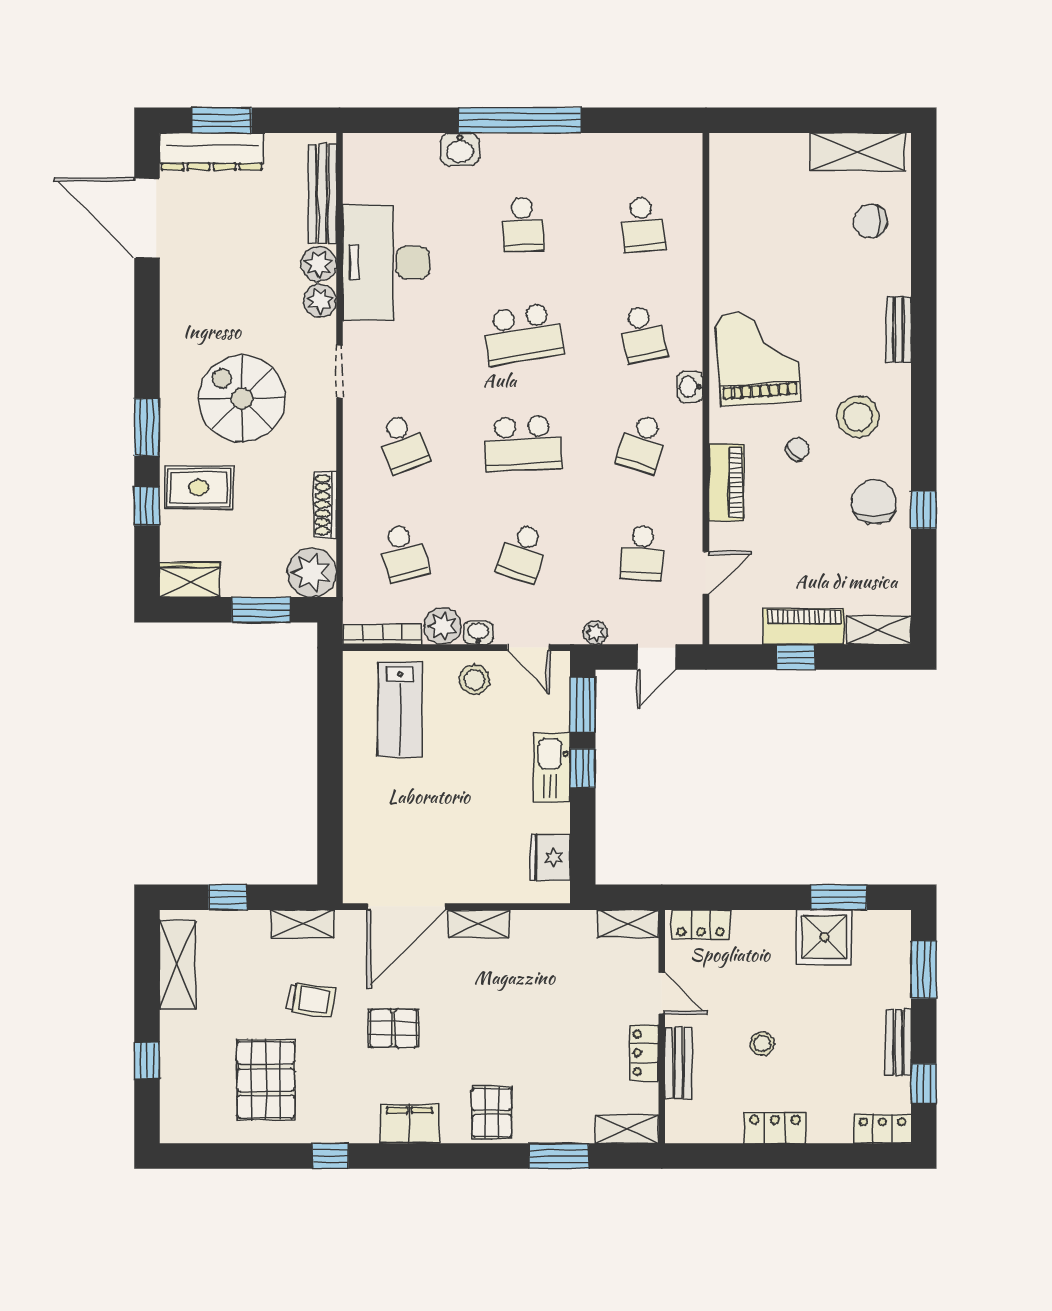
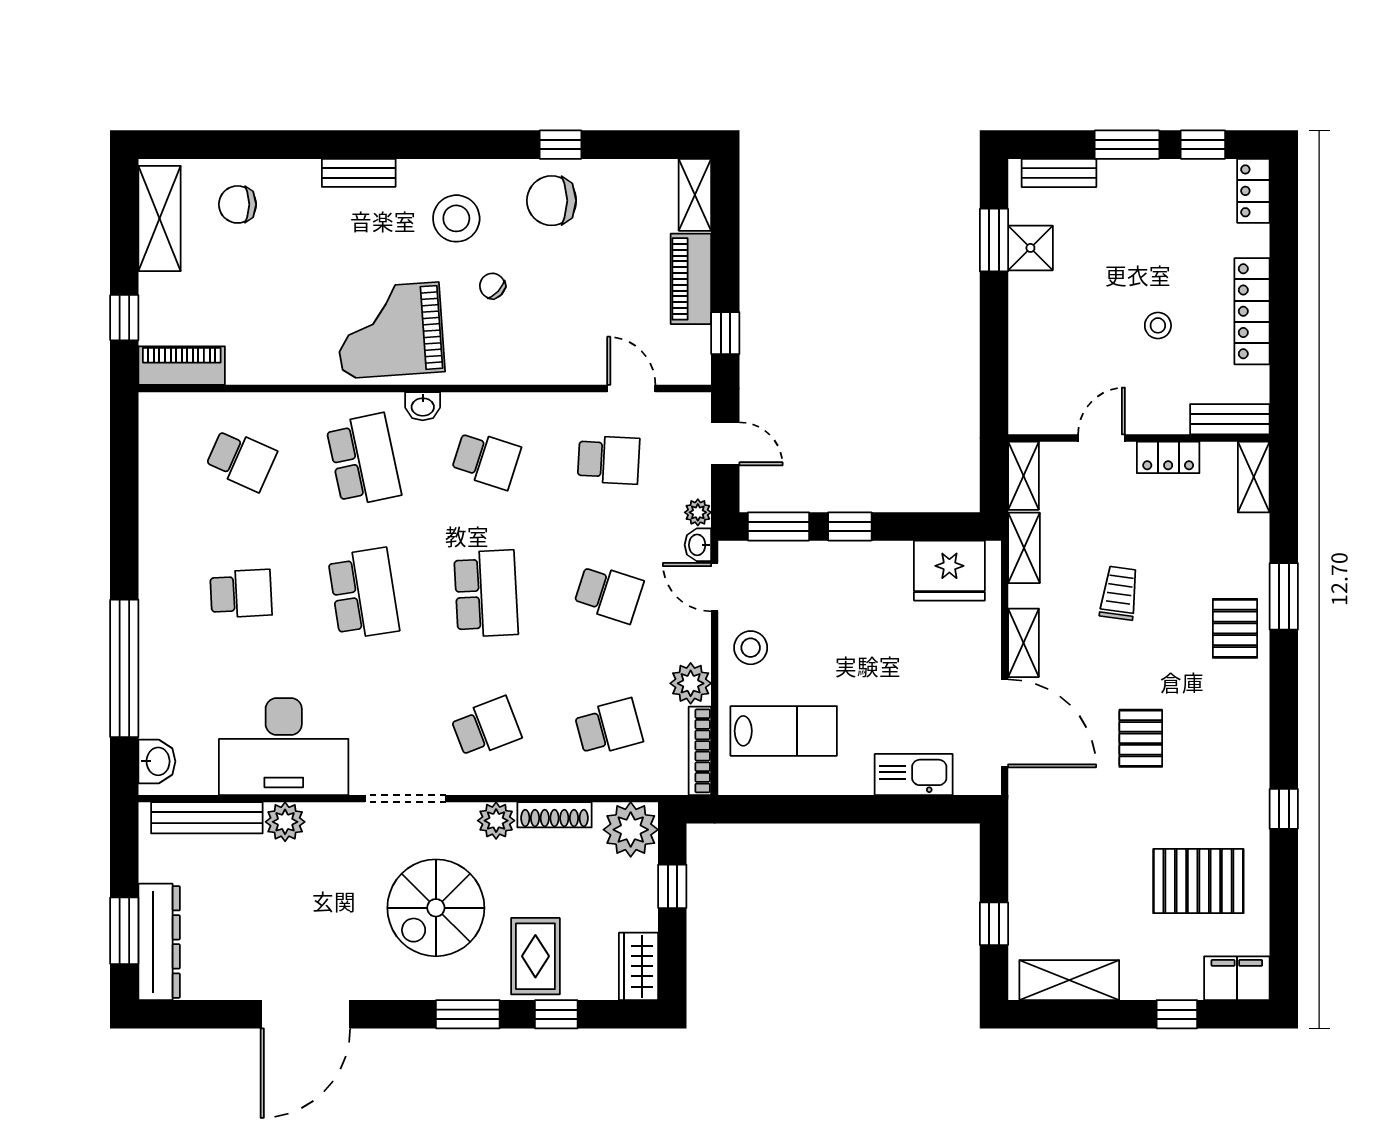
window: (520, 120) -> (124, 668), moved
window: (769, 120) -> (124, 318), added
washbasin: (460, 149) -> (157, 761), moved
door: (147, 218) -> (305, 1014), moved
chair: (870, 221) -> (237, 204), turned 90
school desk: (642, 224) -> (241, 460), turned 30
plant: (320, 300) -> (496, 821), moved
school desk: (642, 334) -> (364, 460), width x1.85
doorway: (340, 372) -> (406, 799), width x1.38
piano: (726, 483) -> (182, 366), moved
window: (261, 610) -> (672, 886), width x0.67
washbasin: (478, 633) -> (698, 545), moved
door: (528, 648) -> (715, 587), swing flipped
window: (796, 657) -> (725, 333), moved
kitchen sink: (552, 768) -> (914, 775), moved, turned 180
fridge: (550, 857) -> (949, 571), width x1.36, depth x1.34
shelving: (303, 924) -> (1024, 548), moved
locker: (701, 924) -> (1025, 394), removed
shower: (824, 937) -> (1030, 248), width x0.73, depth x0.73
window: (924, 970) -> (1127, 145), moved
trolley: (311, 1000) -> (1119, 593), moved
bench: (898, 1042) -> (1059, 173), moved
bench: (678, 1063) -> (1230, 419), moved
pallet: (492, 1113) -> (1235, 628), turned 90
filing cabinet: (409, 1124) -> (1237, 978), moved, turned 90
locker: (775, 1128) -> (1252, 311), width x1.53
window: (559, 1156) -> (1284, 596), moved

